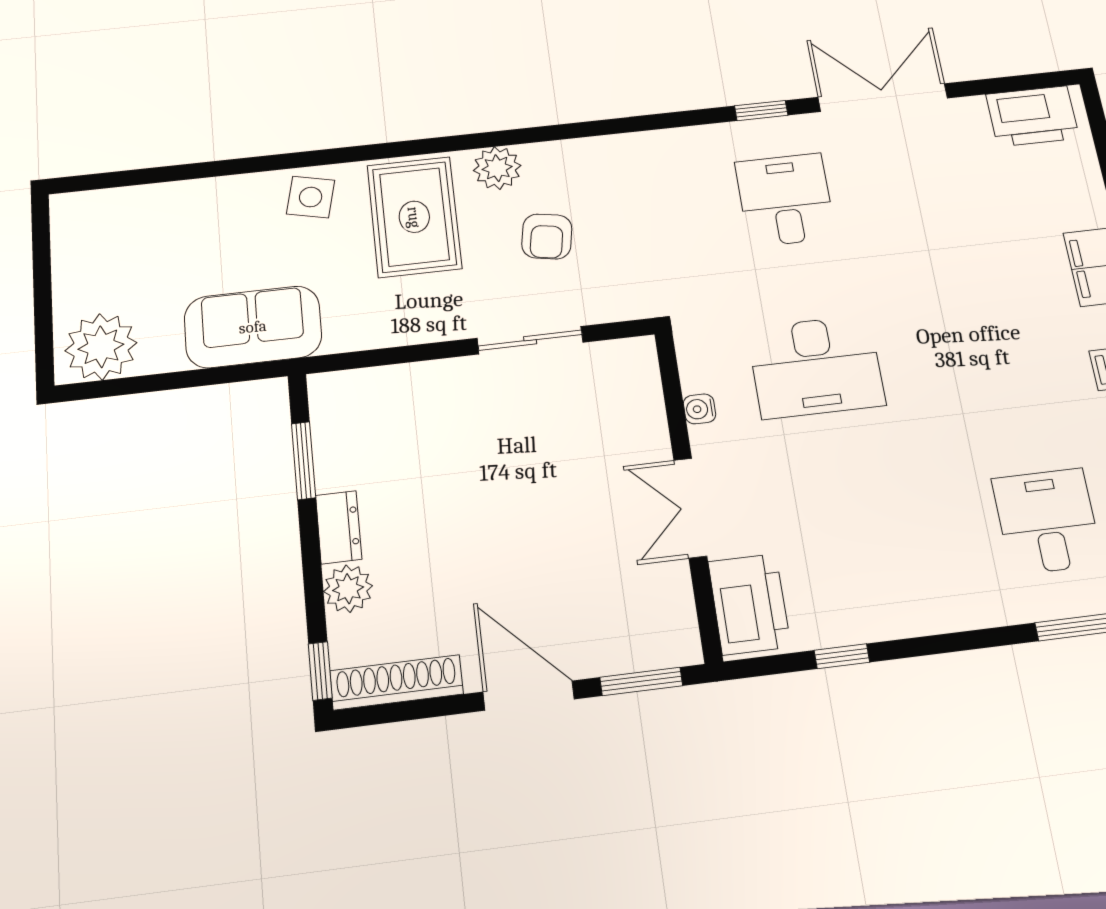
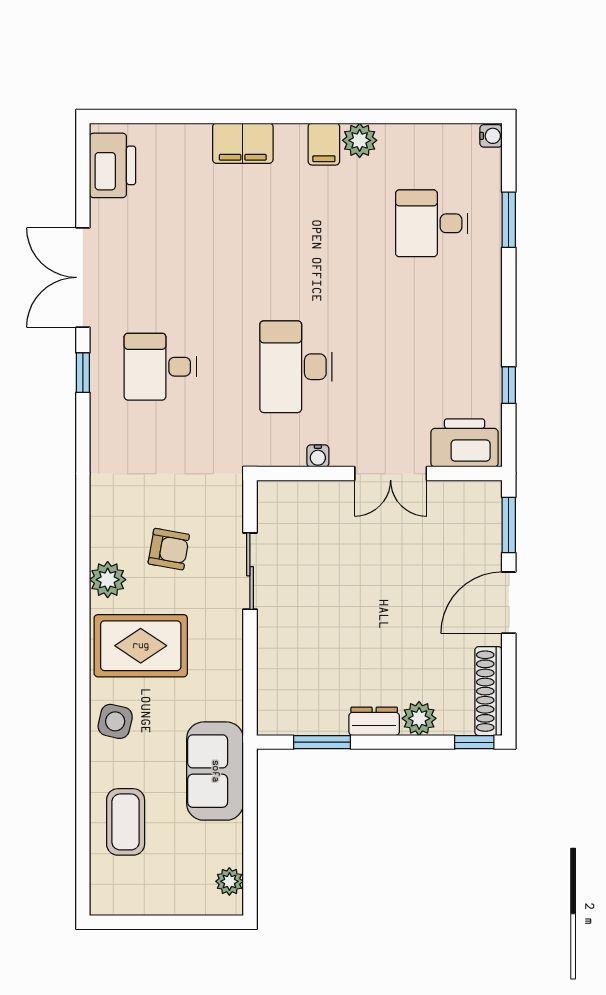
coffee table: (177, 224) -> (126, 822), added
plant: (101, 347) -> (229, 881), width x0.53, depth x0.53
desk: (816, 367) -> (296, 367), turned 180

